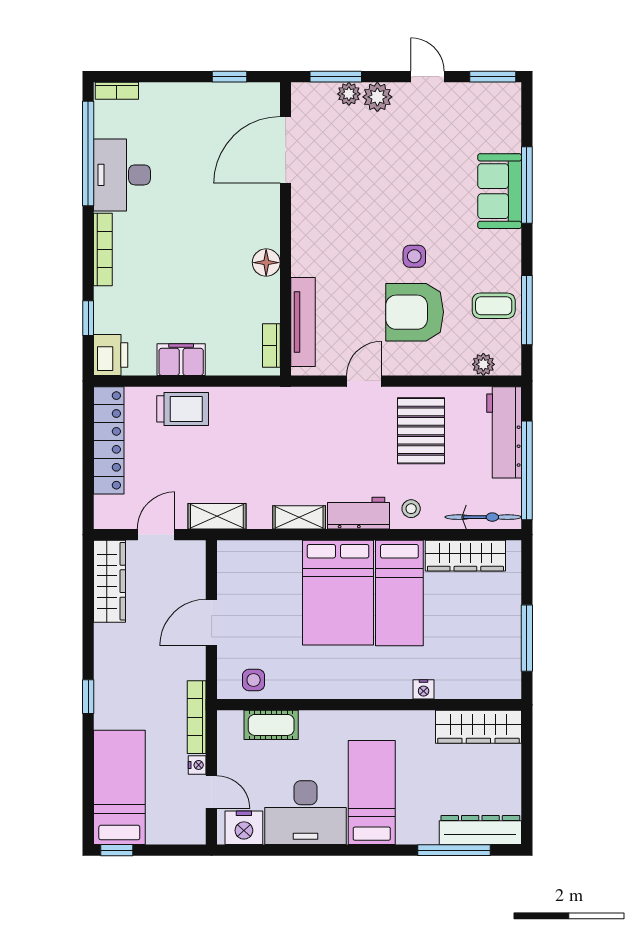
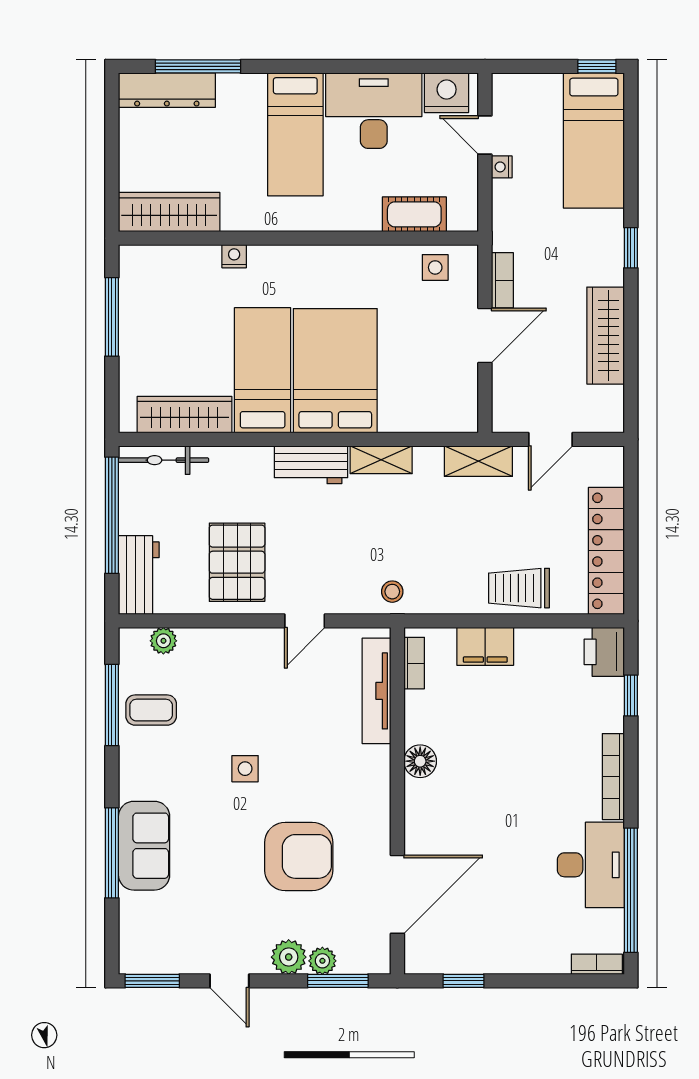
armchair: (415, 312) -> (299, 856), moved
filing cabinet: (181, 360) -> (485, 646), moved
workbench: (504, 432) -> (139, 575), width x0.73
stool: (411, 509) -> (392, 592), moved
wardrobe: (109, 581) -> (606, 336), moved
bookcase: (197, 717) -> (502, 280), moved, width x0.64

